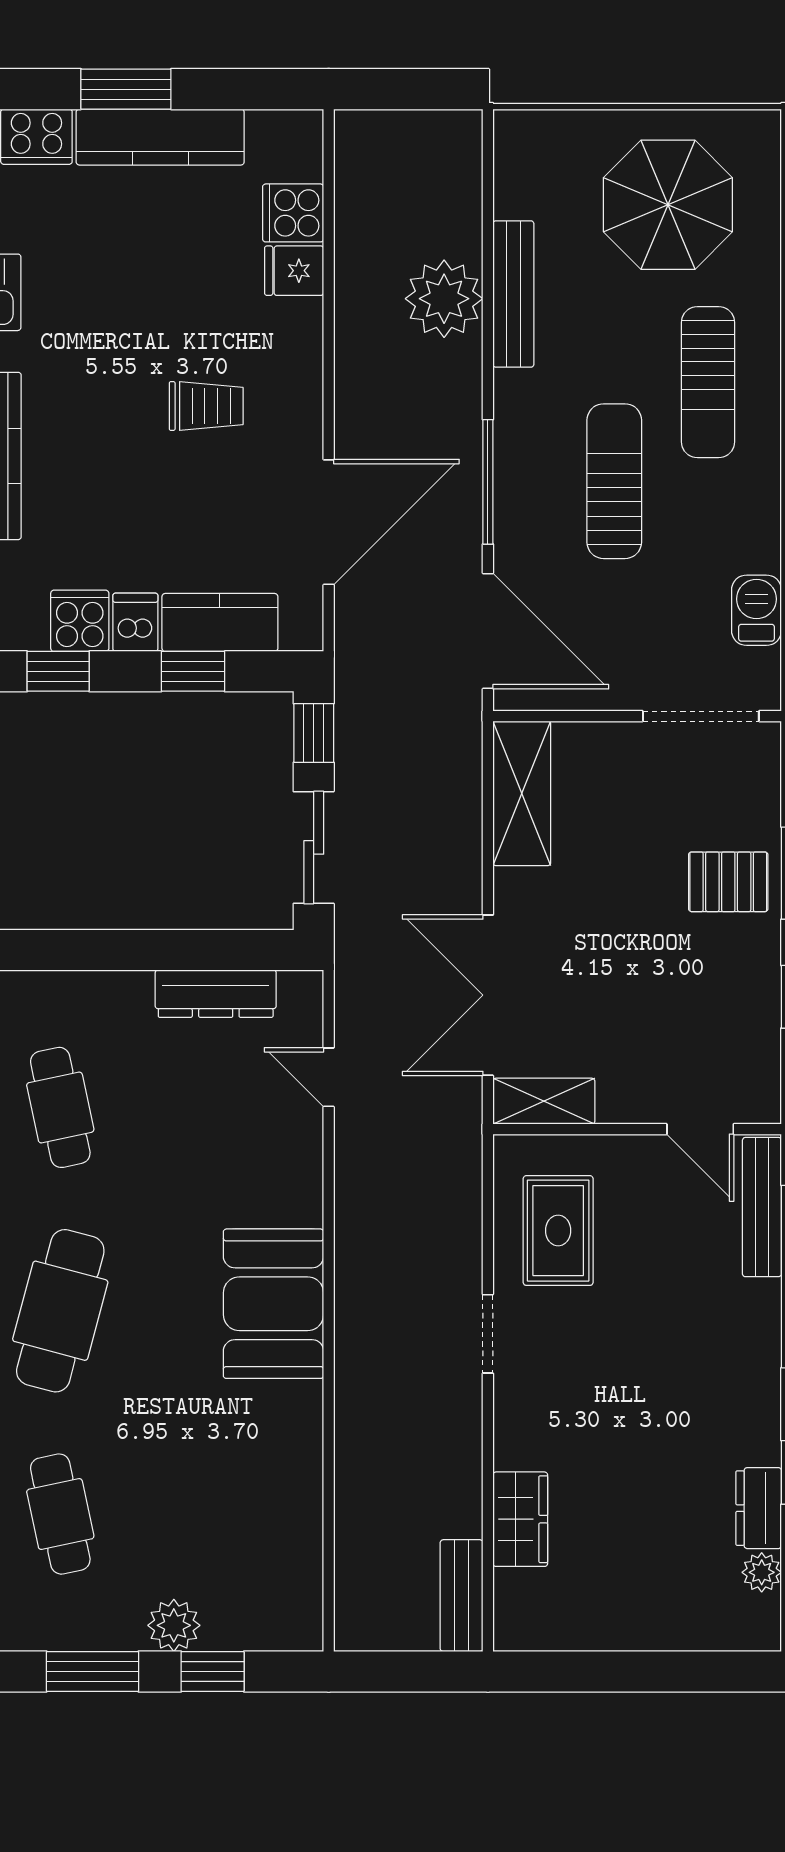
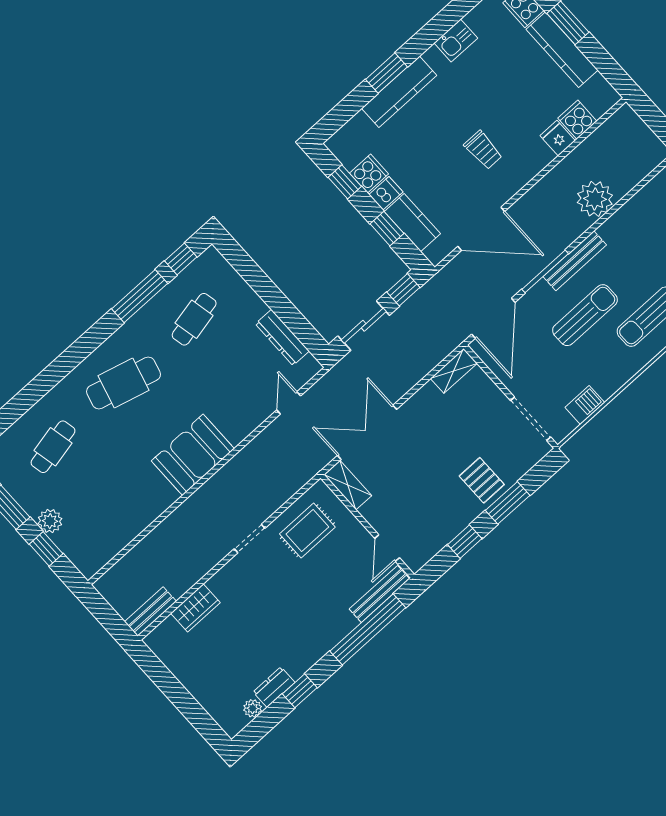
bench: (513, 294) -> (575, 261), moved
shelving: (522, 793) -> (454, 371), width x0.67, depth x0.75

